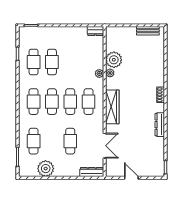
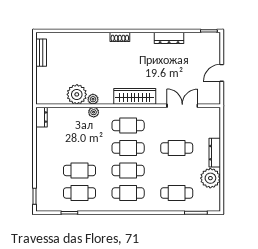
dresser: (160, 125) -> (169, 38), moved
dresser: (92, 172) -> (215, 153), moved

